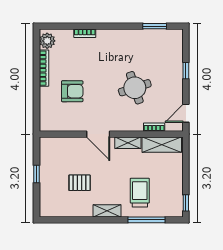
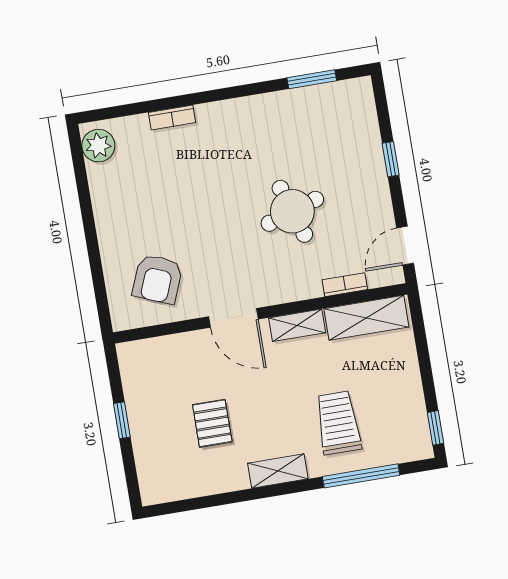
bookcase: (44, 68) -> (101, 202), removed
armchair: (72, 91) -> (157, 279), moved, turned 112
pallet: (80, 183) -> (212, 423), turned 90

